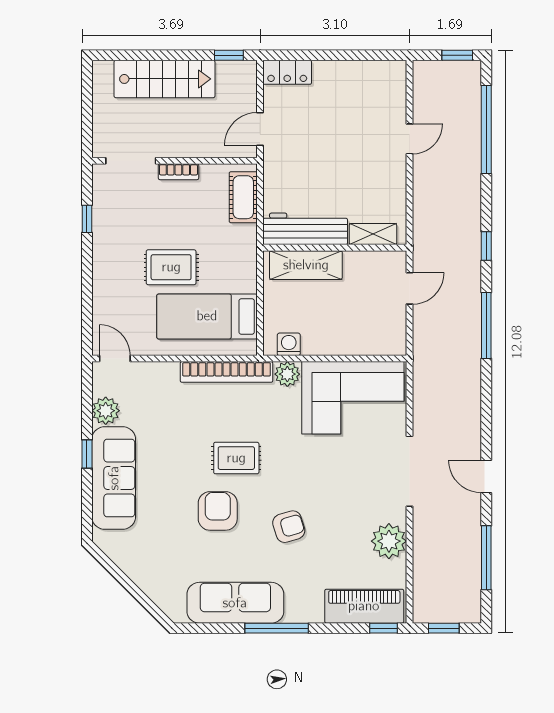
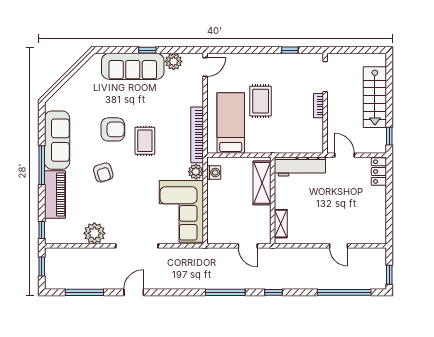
cot: (243, 197) -> (303, 145), removed
workbench: (305, 229) -> (300, 166), moved, turned 90
piano: (364, 606) -> (55, 195), moved

